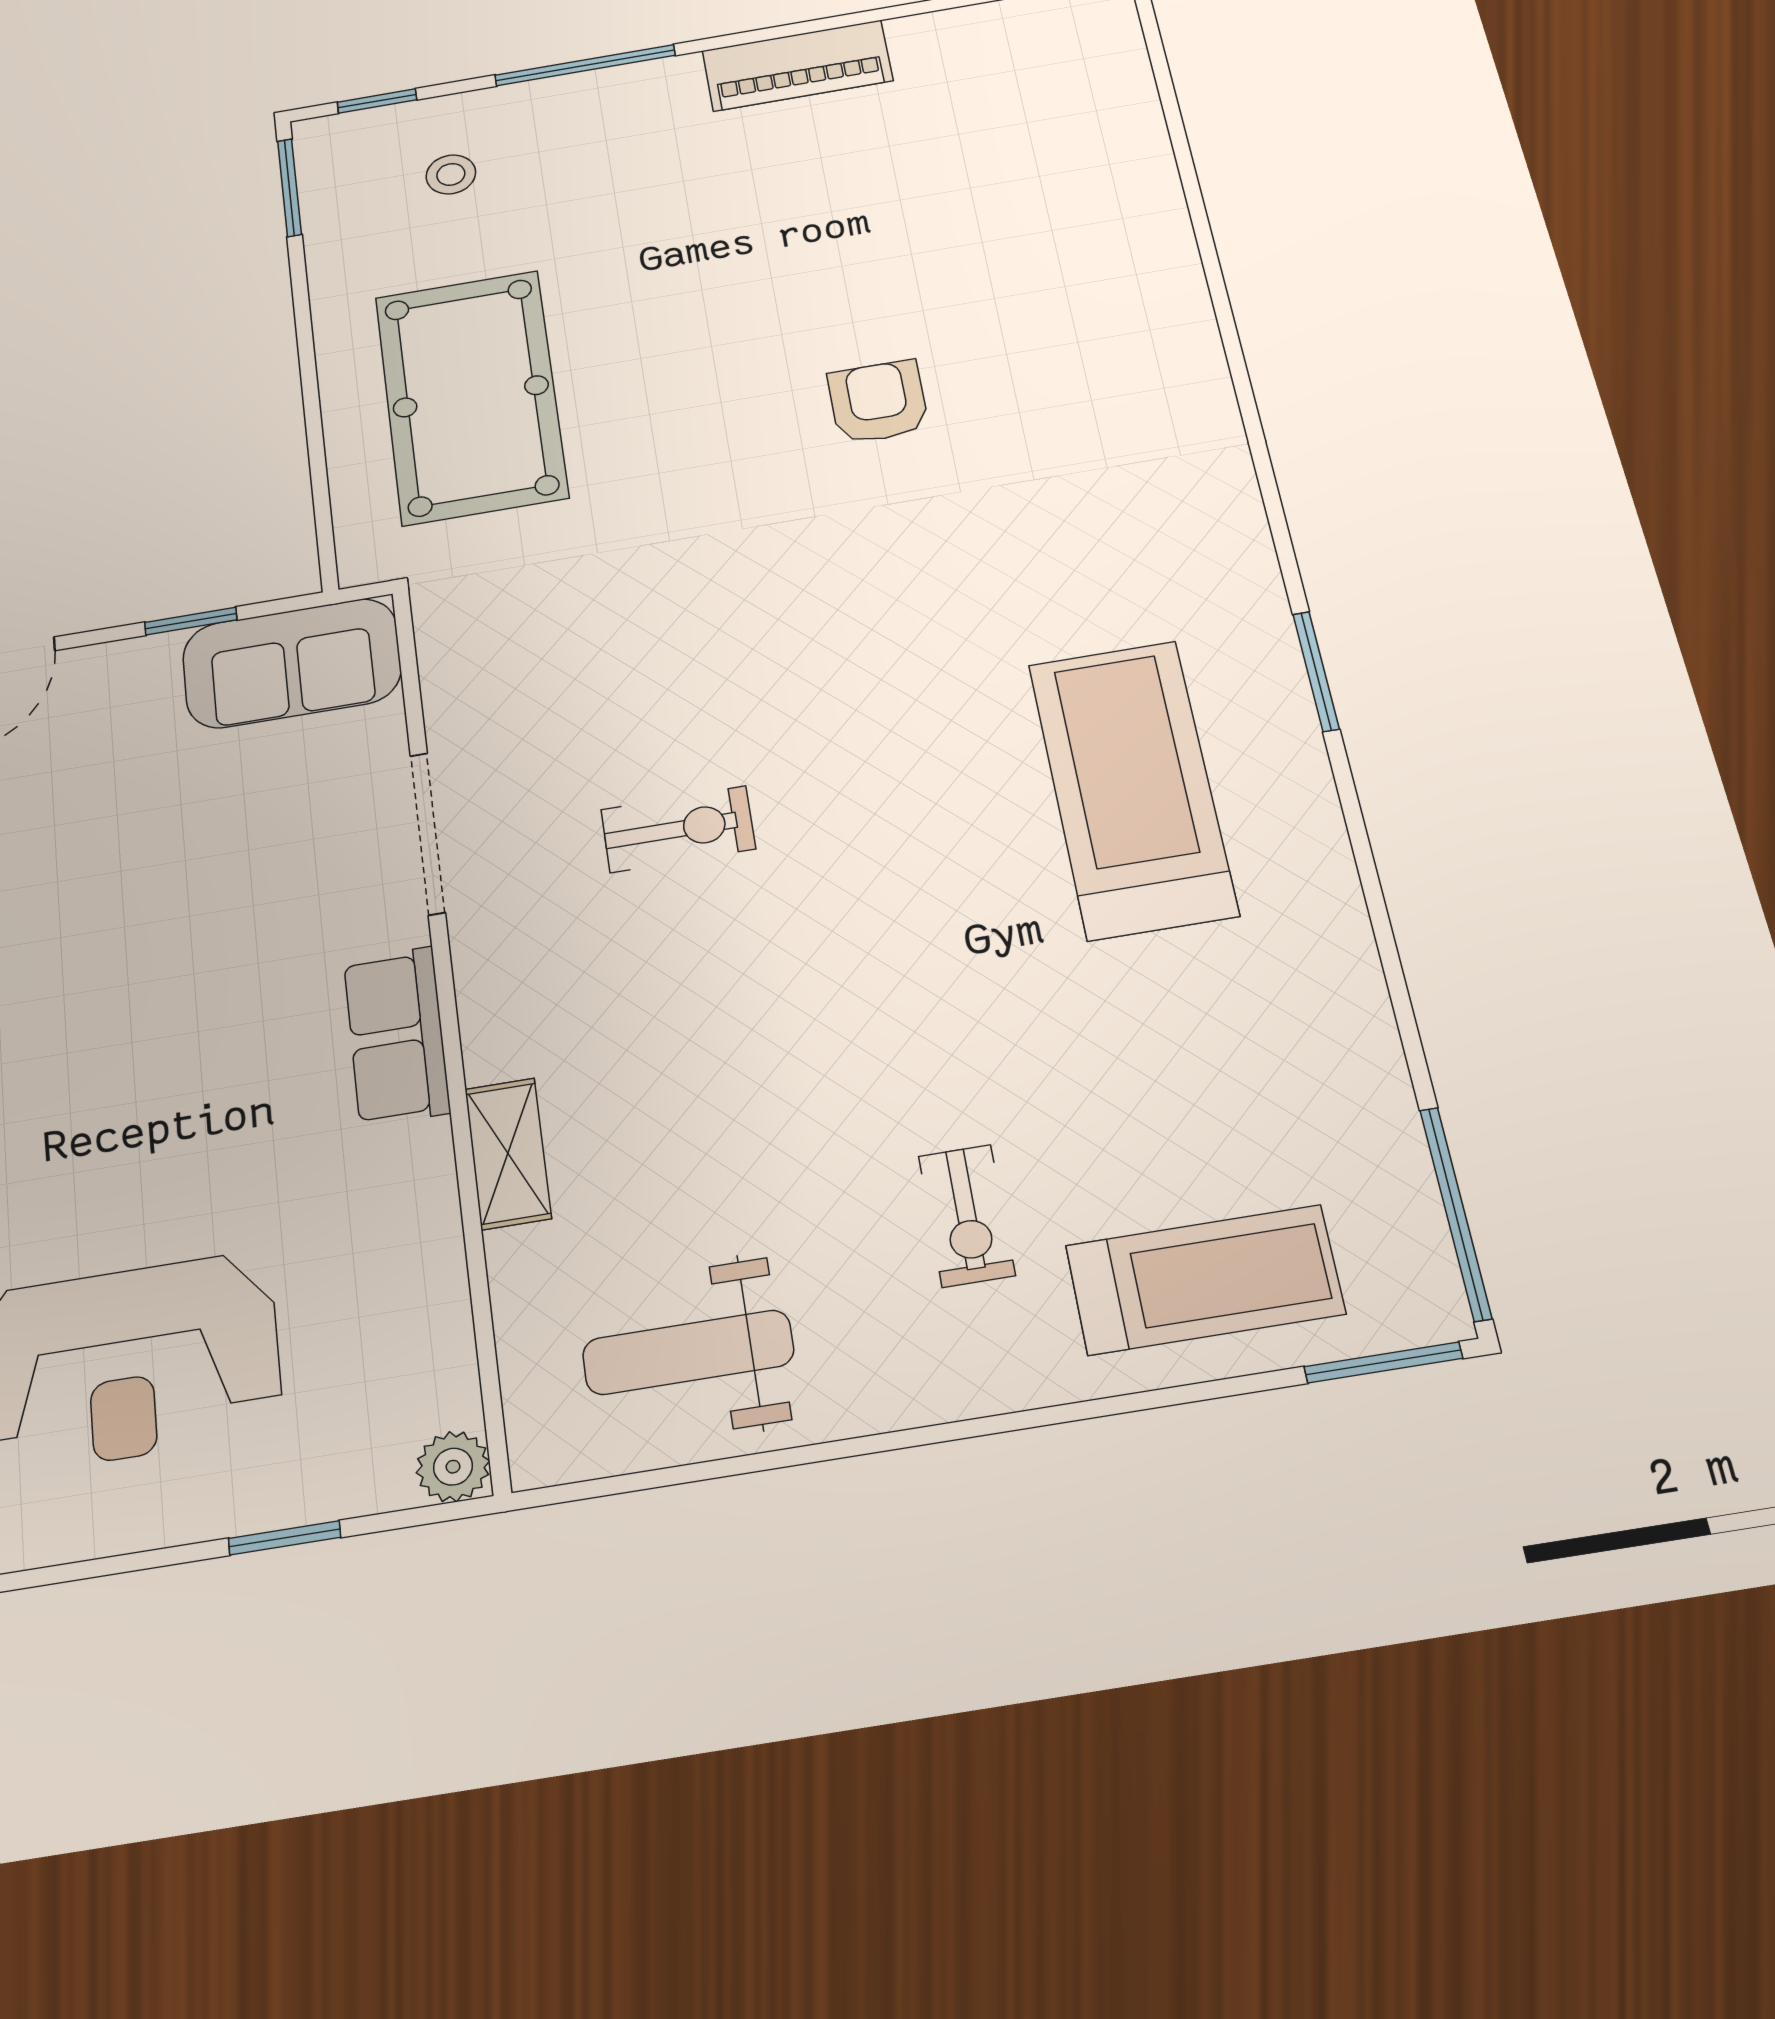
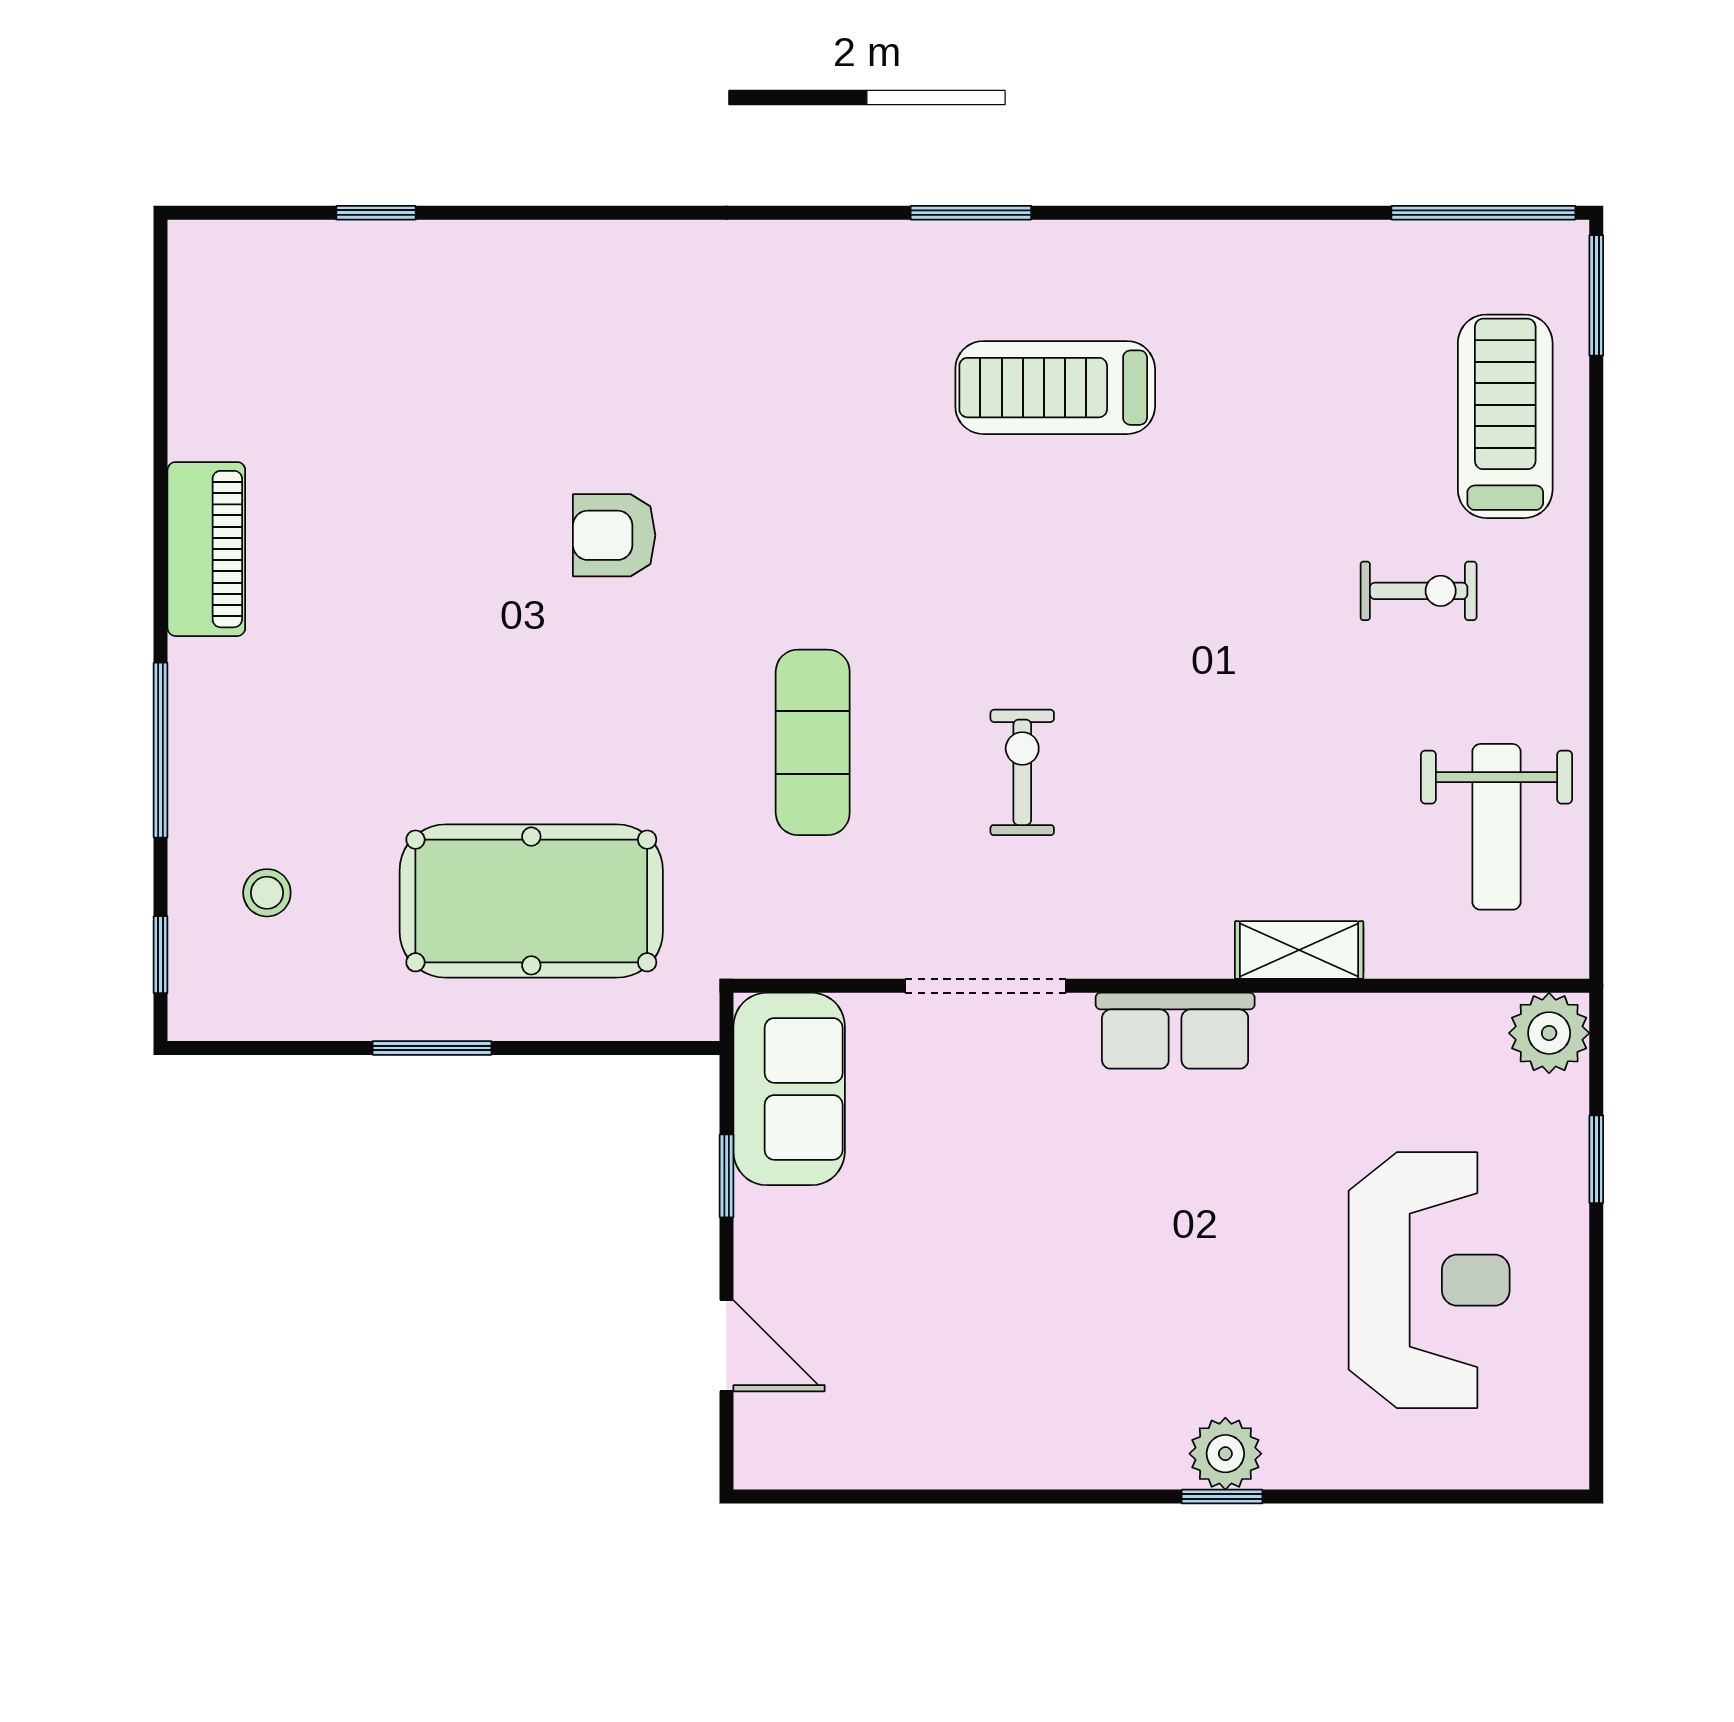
window: (1179, 141) -> (376, 213), added
window: (290, 188) -> (432, 1048), moved
exercise mat: (681, 621) -> (813, 742), added
treadmill: (1132, 788) -> (1055, 388), width x0.73, depth x0.73
plant: (453, 1467) -> (1549, 1033), width x1.38, depth x1.38

